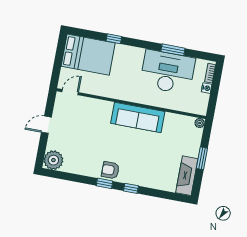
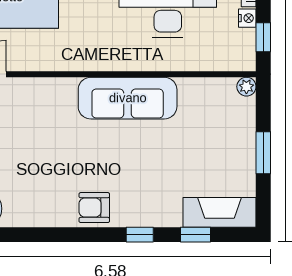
window: (213, 99) -> (263, 37), added
fireplace: (187, 176) -> (220, 212), moved, turned 90
window: (104, 183) -> (195, 235), moved

